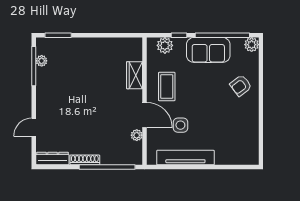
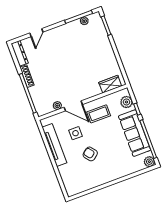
sofa: (208, 50) -> (135, 133), width x1.36
wardrobe: (135, 75) -> (110, 84), moved
armchair: (241, 86) -> (90, 154), moved
door: (145, 115) -> (73, 106), hinge flipped
door: (34, 127) -> (36, 33), swing flipped

